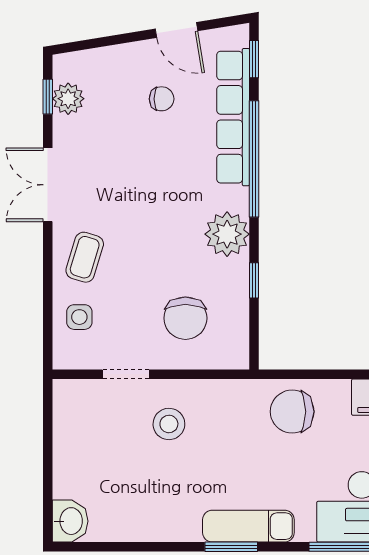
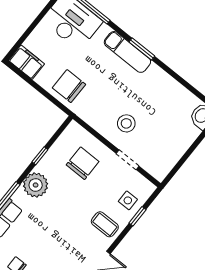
coffee table: (85, 257) -> (105, 224), turned 73
window: (48, 306) -> (138, 216), added
chair: (292, 412) -> (69, 86), turned 180

